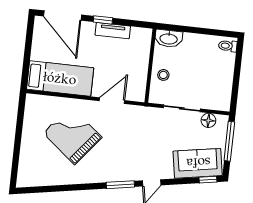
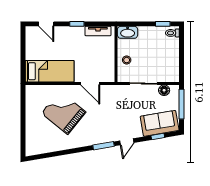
door: (62, 16) -> (46, 24), width x0.53
tv unit: (113, 31) -> (98, 31), moved
window: (216, 32) -> (163, 24), added
door: (112, 101) -> (90, 83), swing flipped
window: (208, 180) -> (158, 136), moved

